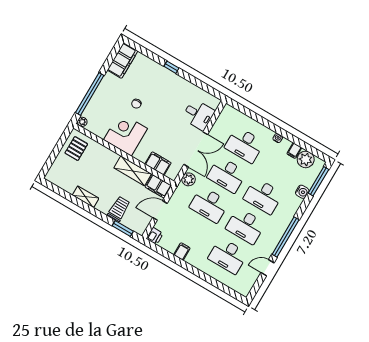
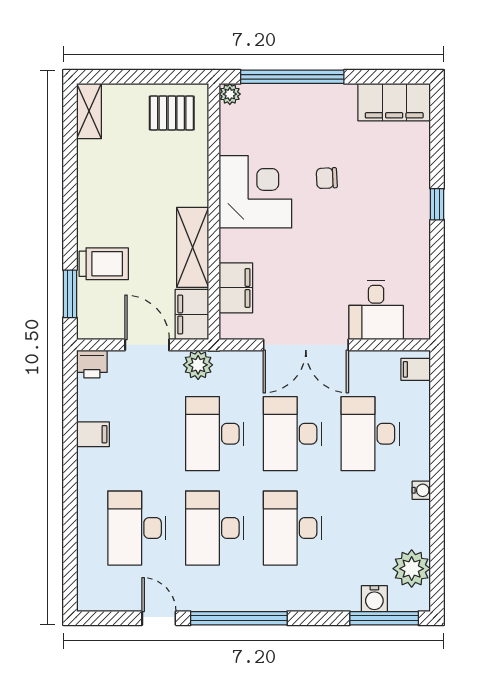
filing cabinet: (294, 151) -> (416, 369), moved
plant: (188, 179) -> (198, 365), moved
water cooler: (302, 192) -> (374, 599), moved
shelving: (86, 197) -> (89, 111), moved

